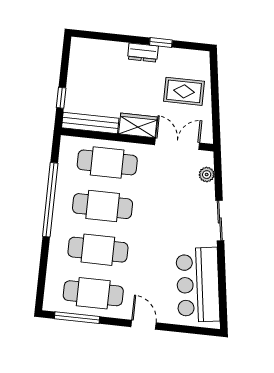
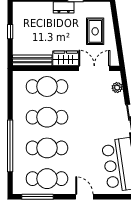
rug: (184, 91) -> (95, 31), turned 90
window: (61, 98) -> (10, 32), moved
window: (50, 200) -> (10, 146), moved

